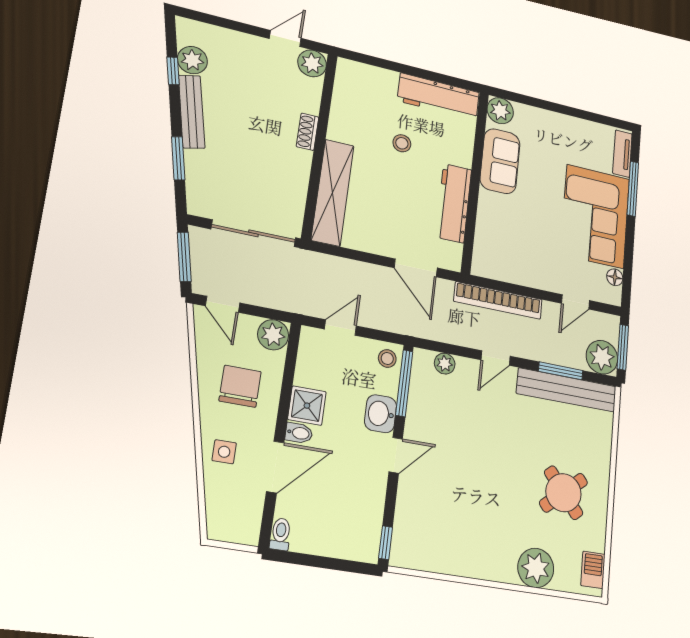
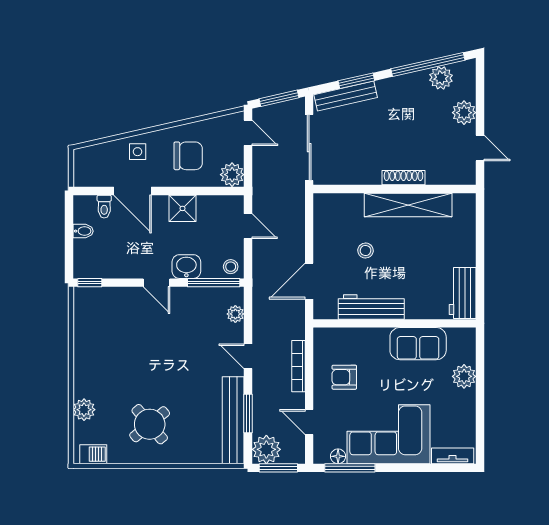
plant: (312, 63) -> (464, 113), moved
window: (173, 71) -> (428, 65), width x3.17
workbench: (438, 97) -> (463, 293), width x0.73
plant: (500, 111) -> (464, 376), moved
bench: (192, 112) -> (346, 96), moved
shoe rack: (308, 132) -> (403, 178), width x1.43
stool: (402, 143) -> (365, 251), moved
window: (633, 189) -> (350, 468), moved
shelving: (333, 192) -> (408, 205), moved
armchair: (529, 251) -> (344, 377), added
bookcase: (498, 300) -> (298, 366), width x0.68, depth x0.76
door: (223, 304) -> (248, 133), swing flipped
bidet: (299, 433) -> (83, 231), moved, turned -90
toilet: (281, 534) -> (104, 207), moved, turned 90
plant: (536, 568) -> (84, 410), width x0.73, depth x0.73

